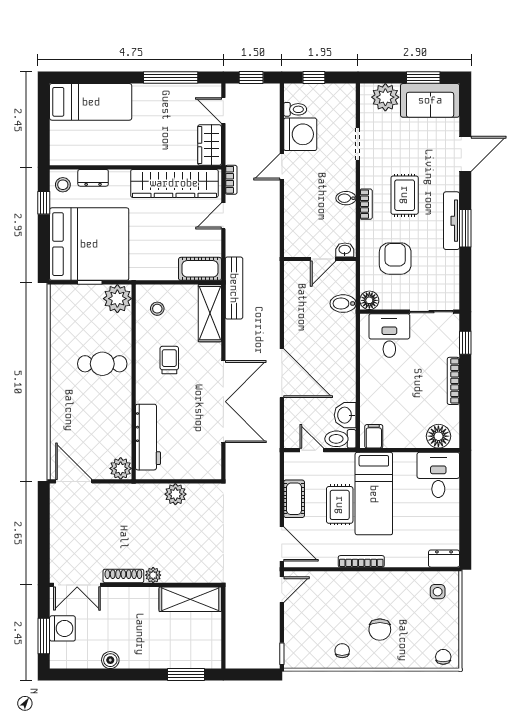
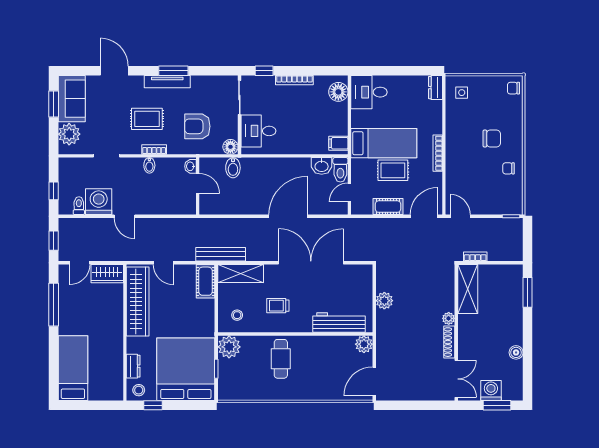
bookcase: (231, 180) -> (475, 257), moved

